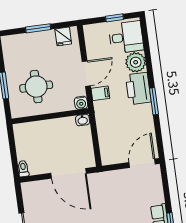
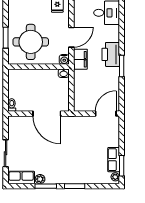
plant: (136, 62) -> (112, 34), removed
round table: (36, 87) -> (31, 42), width x1.36, depth x1.36
filing cabinet: (100, 93) -> (80, 59), width x2.00

